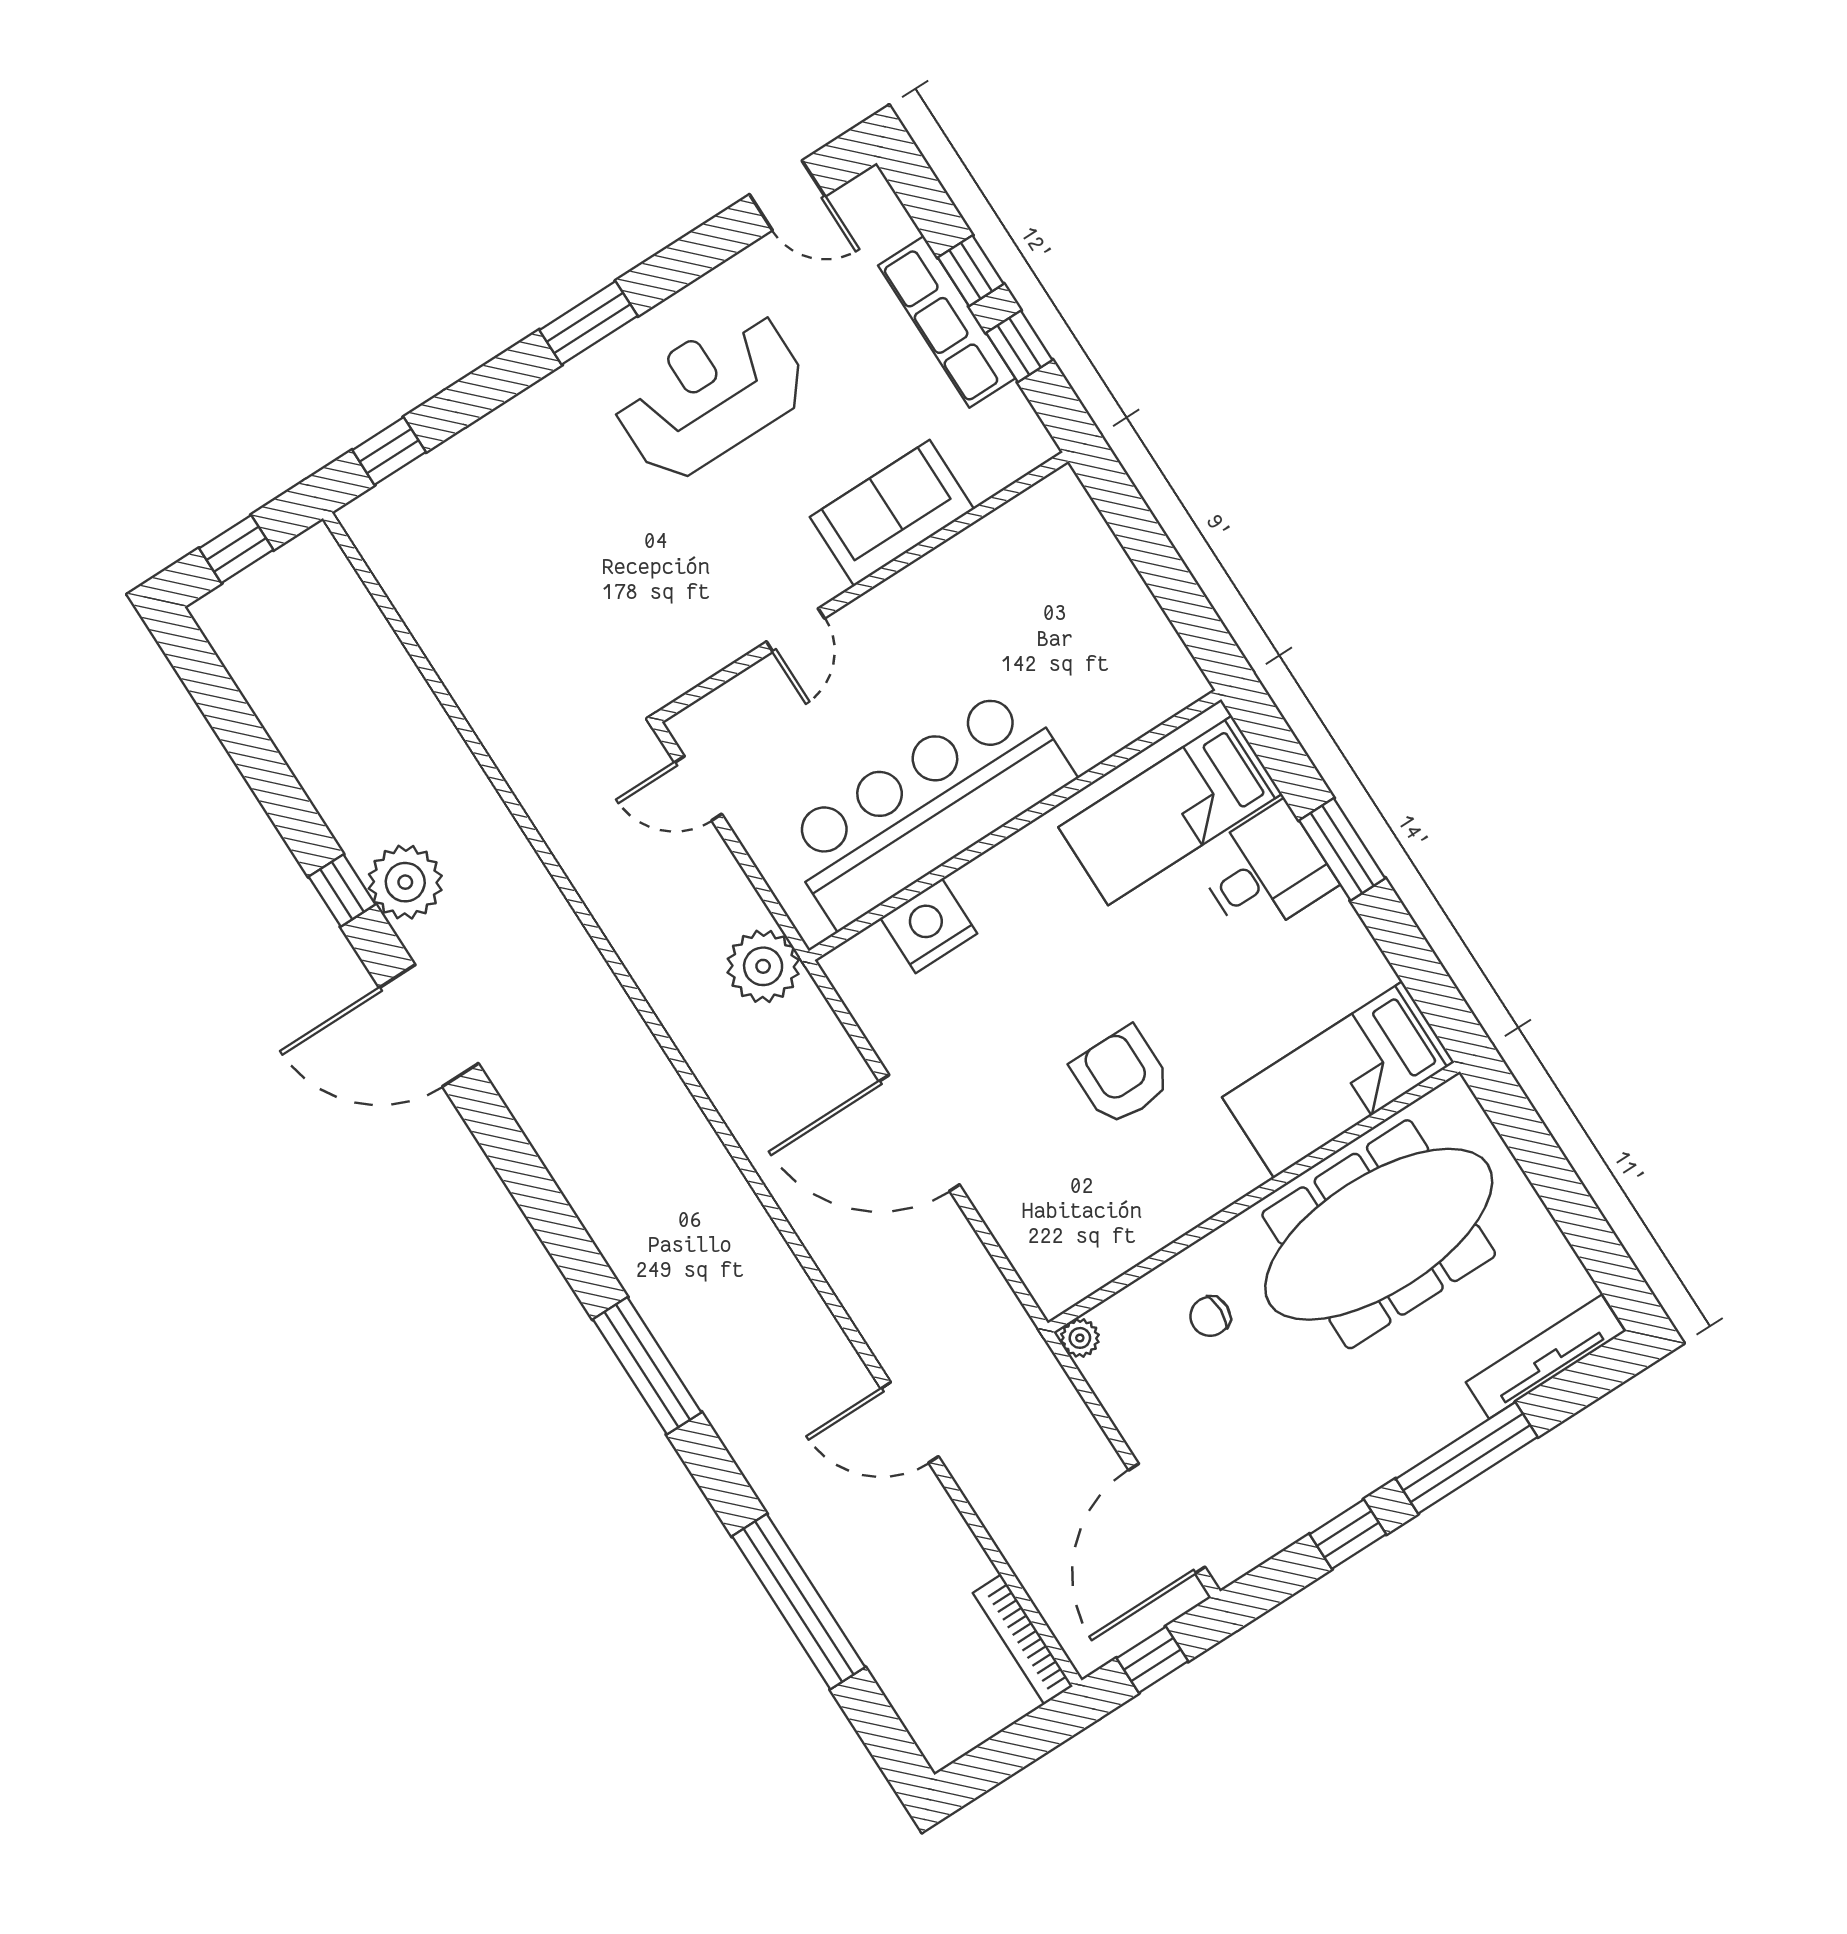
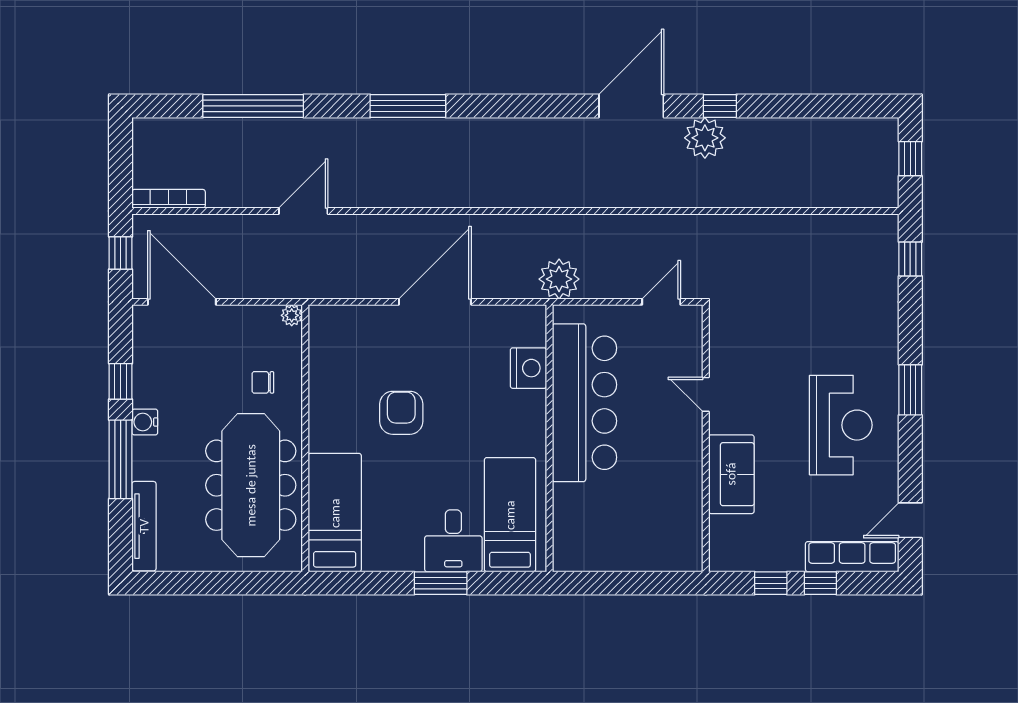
row of seats: (947, 322) -> (852, 557), moved
armchair: (1121, 1076) -> (401, 413), turned -90
chair: (1210, 1316) -> (263, 382), turned -91
water cooler: (1386, 1457) -> (145, 422), added

